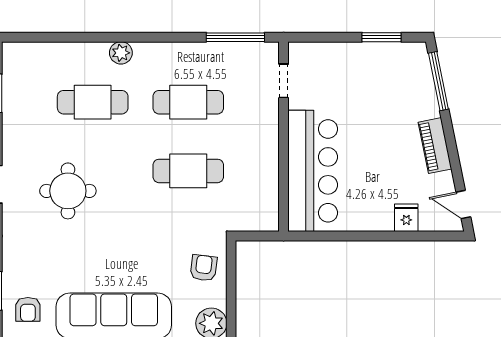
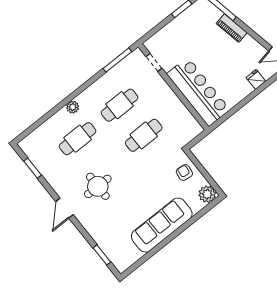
piano: (435, 146) -> (232, 28), moved
armchair: (28, 309) -> (122, 252), removed

